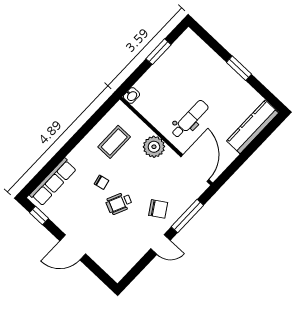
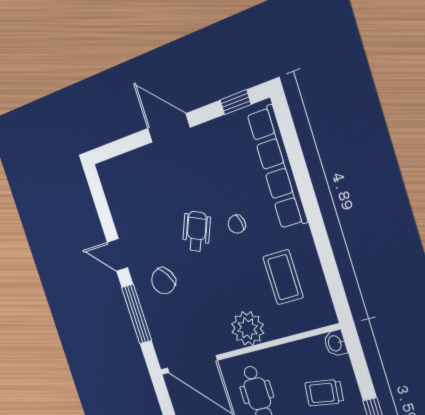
trolley: (162, 87) -> (324, 393), added
row of seats: (53, 182) -> (277, 168), width x1.36
door: (161, 244) -> (118, 255), hinge flipped
door: (73, 247) -> (169, 128), hinge flipped

